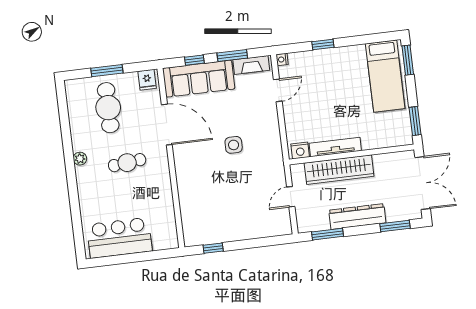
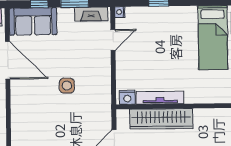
sofa: (199, 79) -> (33, 21), width x0.73

